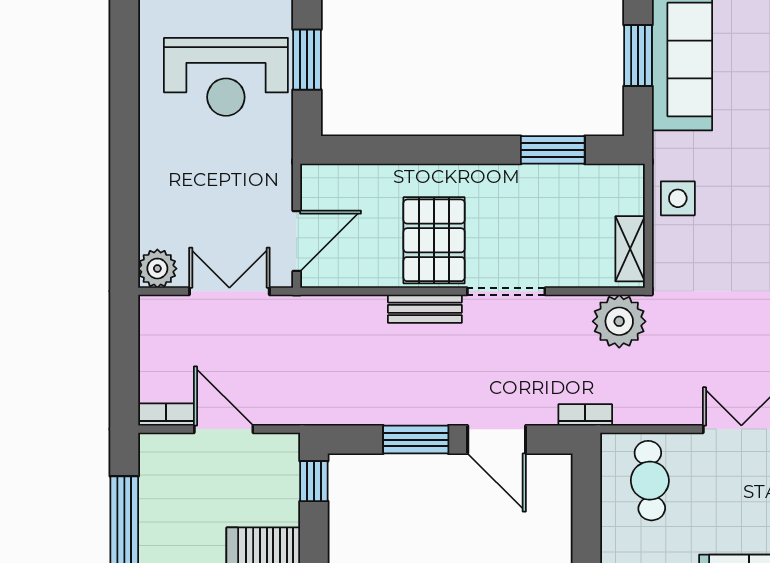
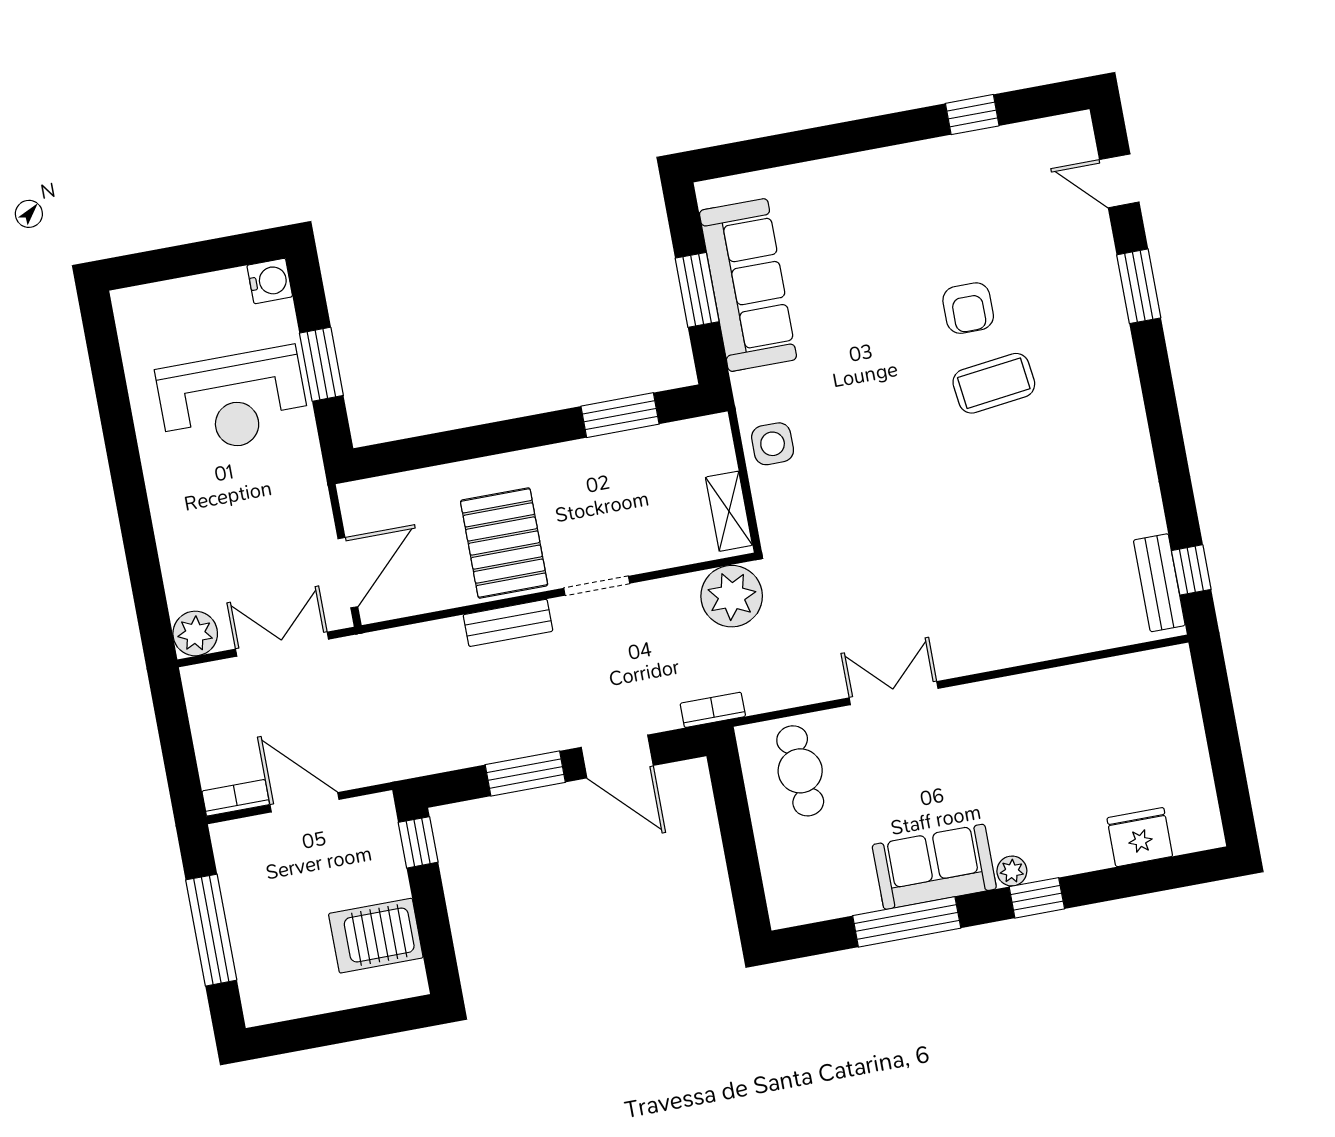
doorway: (506, 291) -> (597, 586), width x0.73

